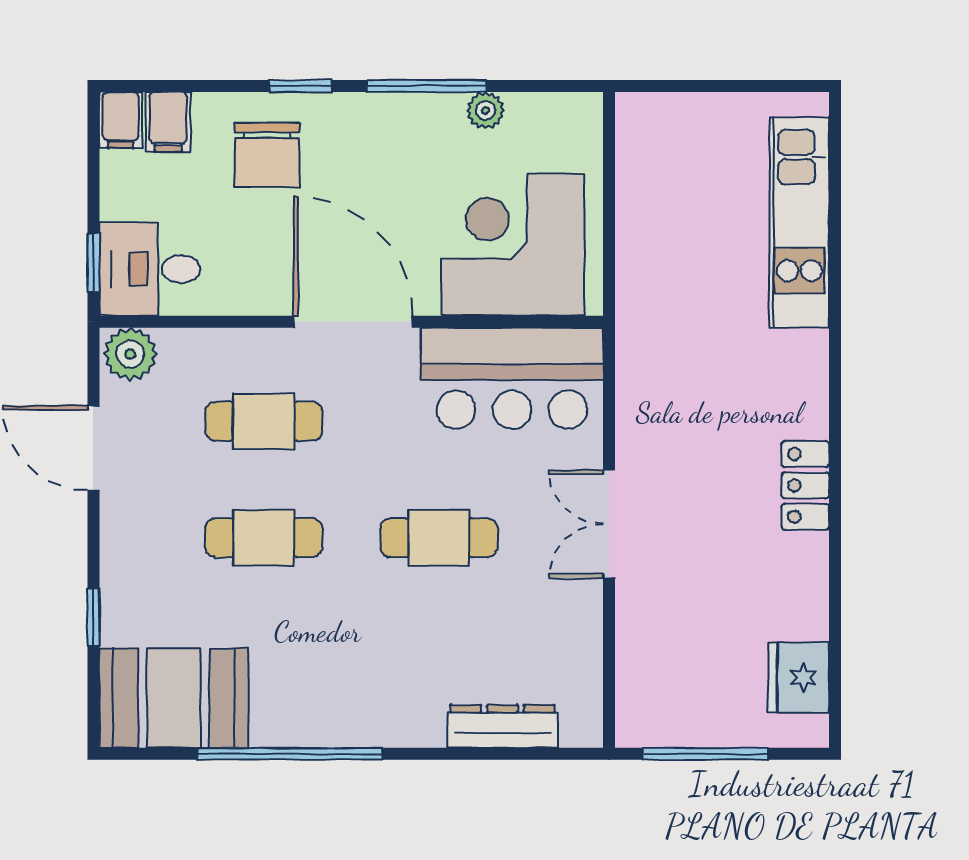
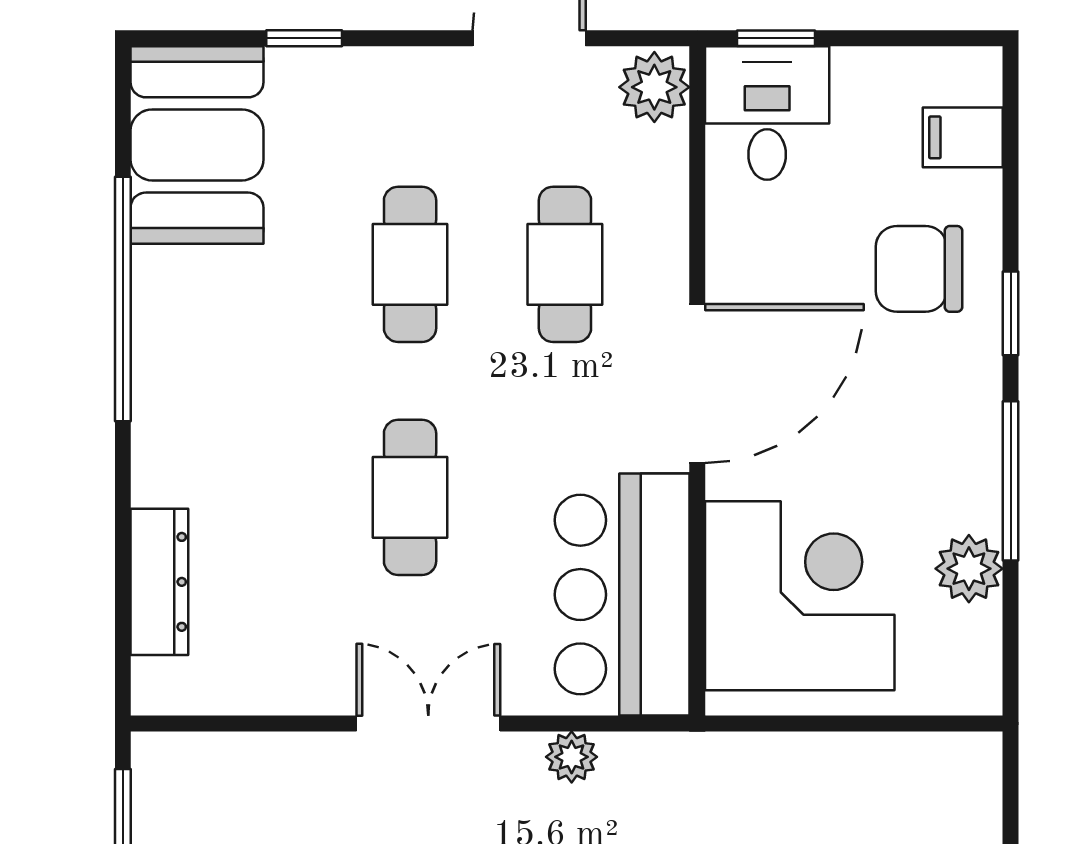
plant: (486, 110) -> (969, 569), width x1.38, depth x1.38
filing cabinet: (121, 120) -> (965, 74), removed
plant: (634, 416) -> (572, 757), added

